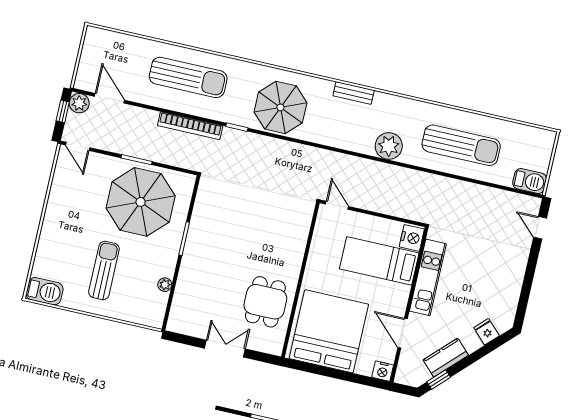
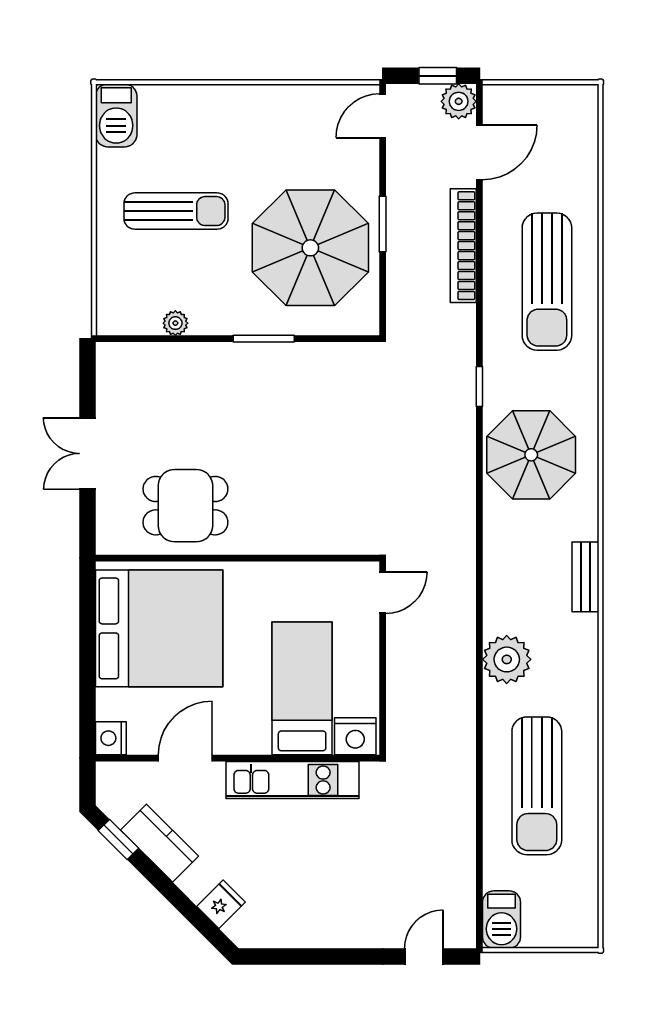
bookcase: (190, 126) -> (463, 246), moved
double door: (225, 349) -> (87, 454), swing flipped

